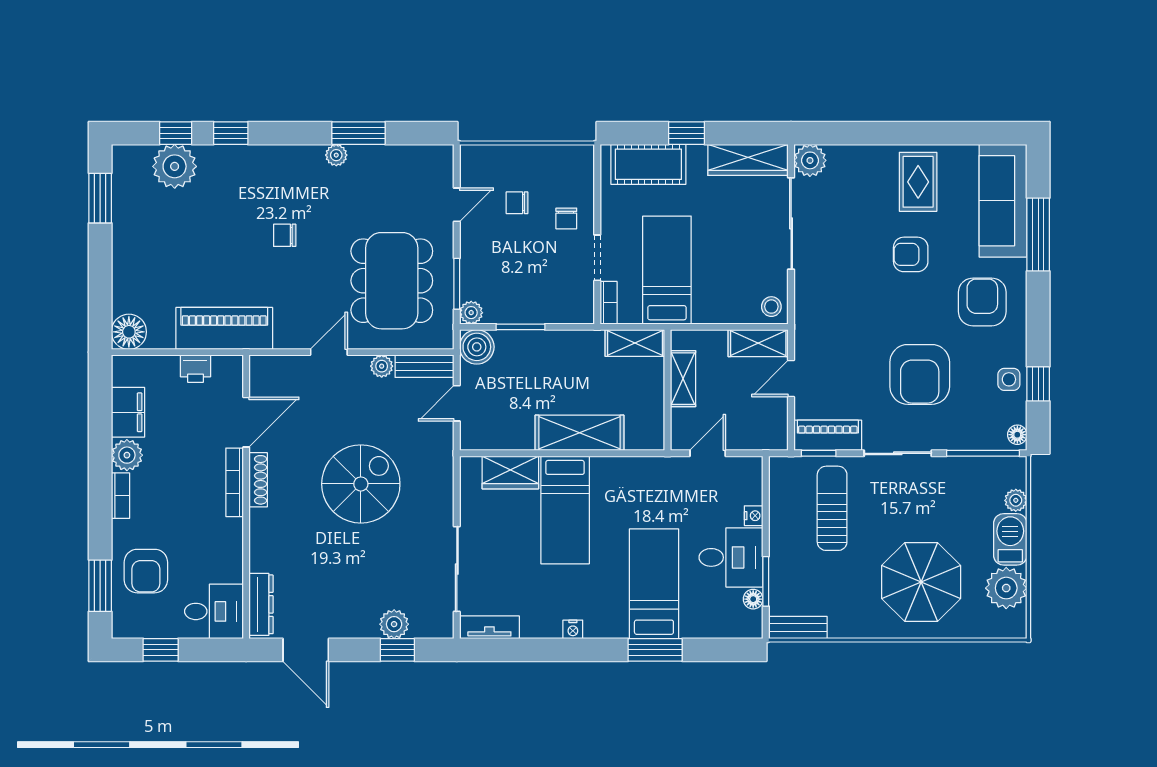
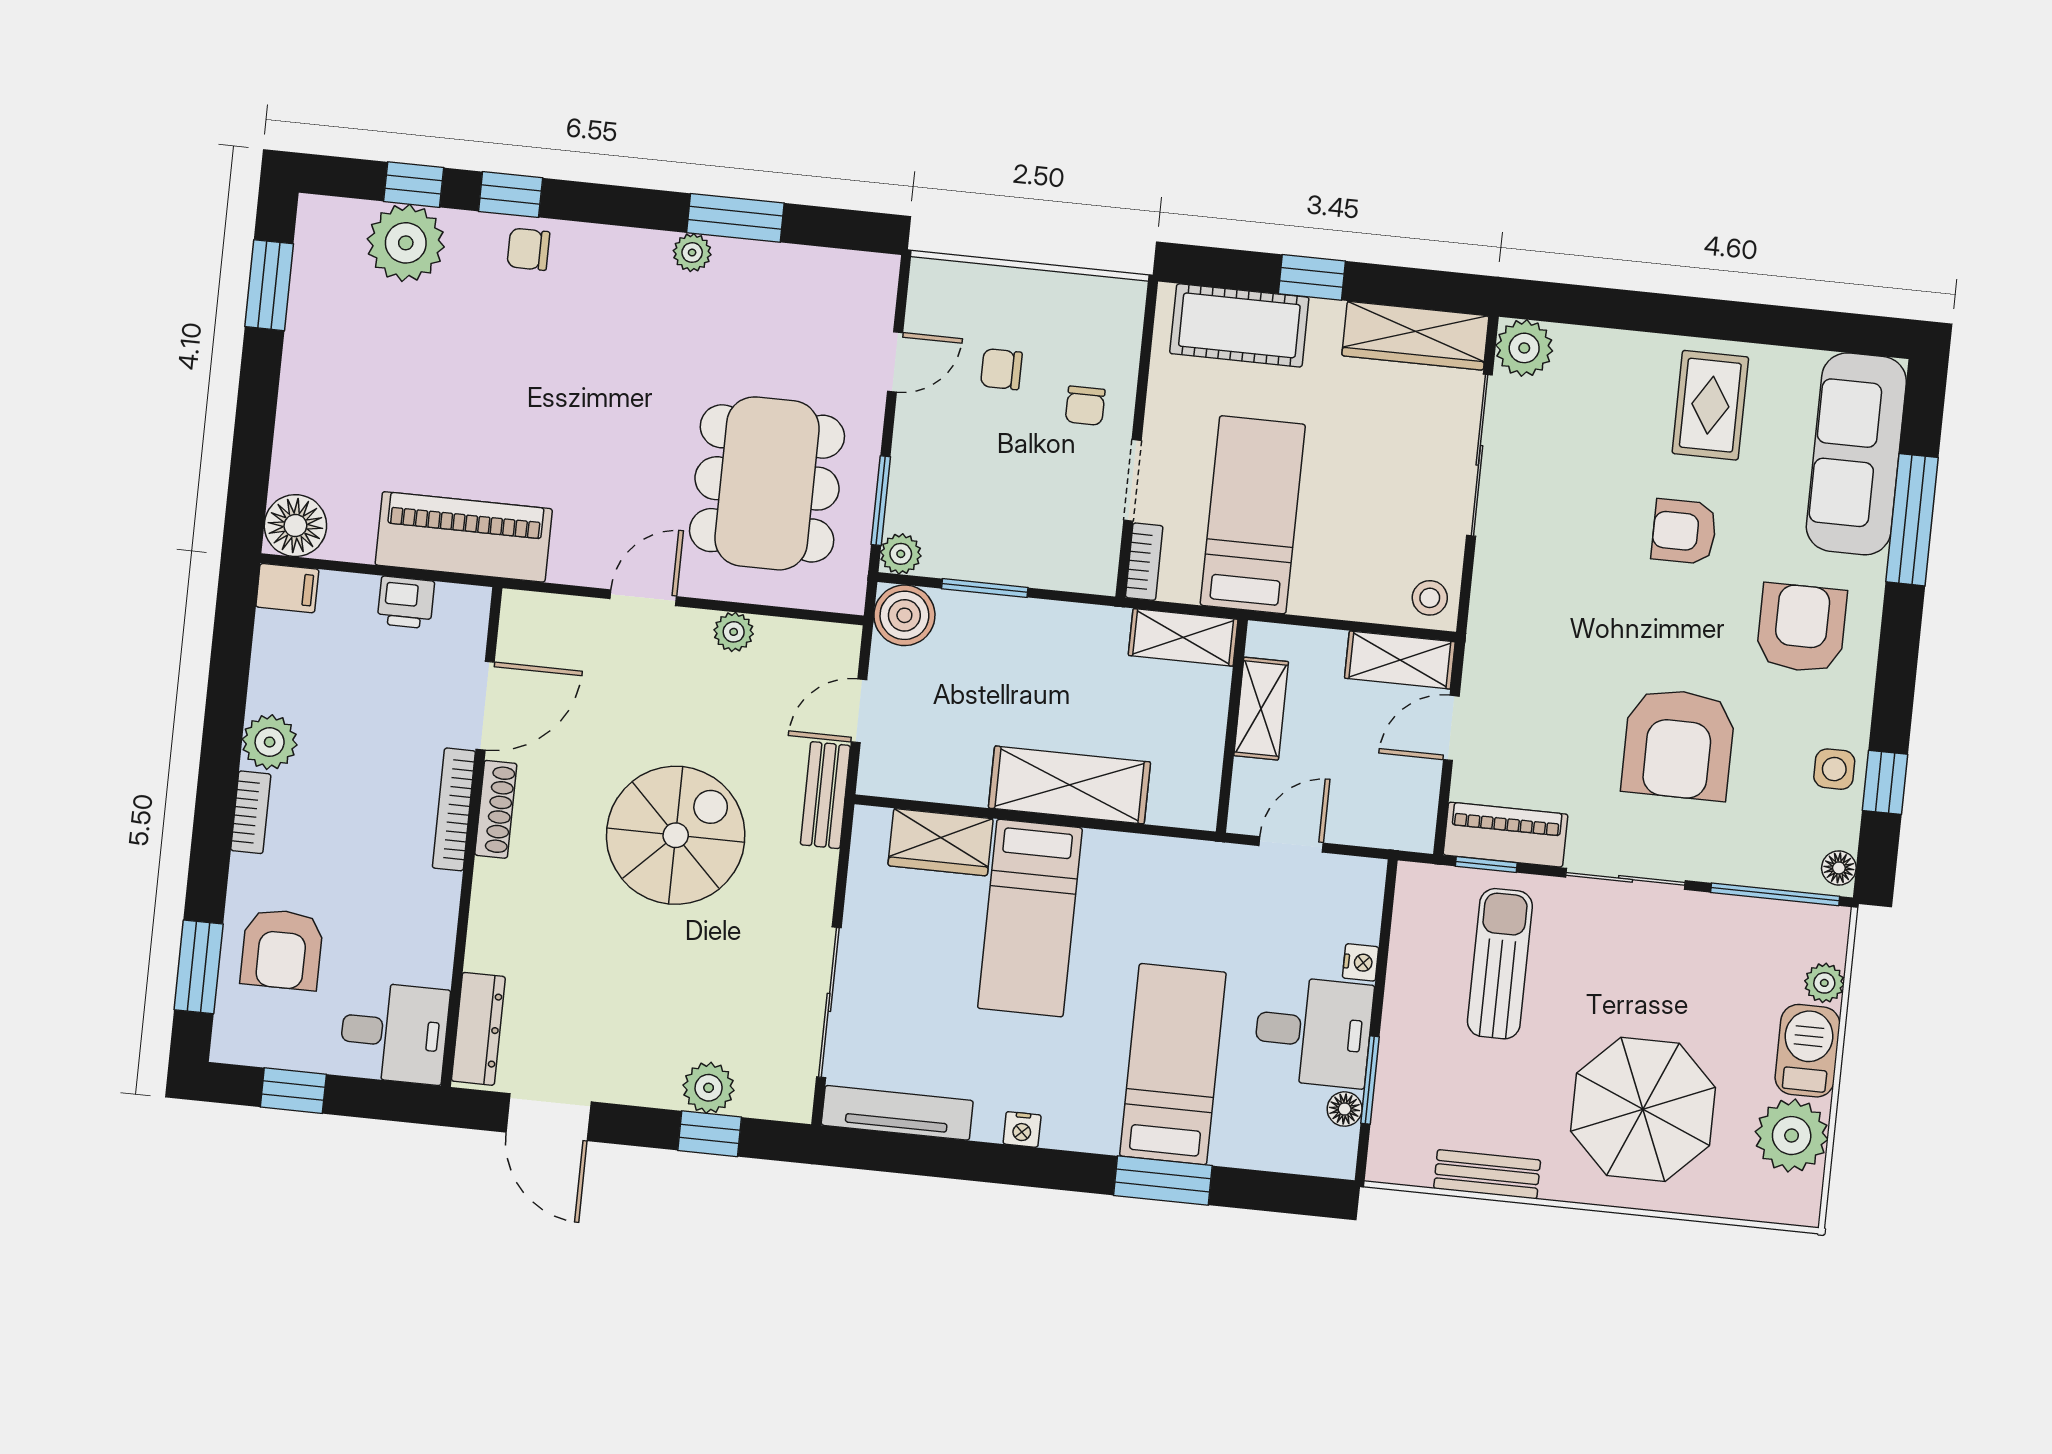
chair: (285, 235) -> (528, 249), moved
bench: (425, 366) -> (825, 795), moved, turned 90
filing cabinet: (128, 412) -> (287, 588), moved, width x0.50
tv unit: (489, 627) -> (897, 1113), width x1.41
bench: (798, 628) -> (1487, 1174), moved

